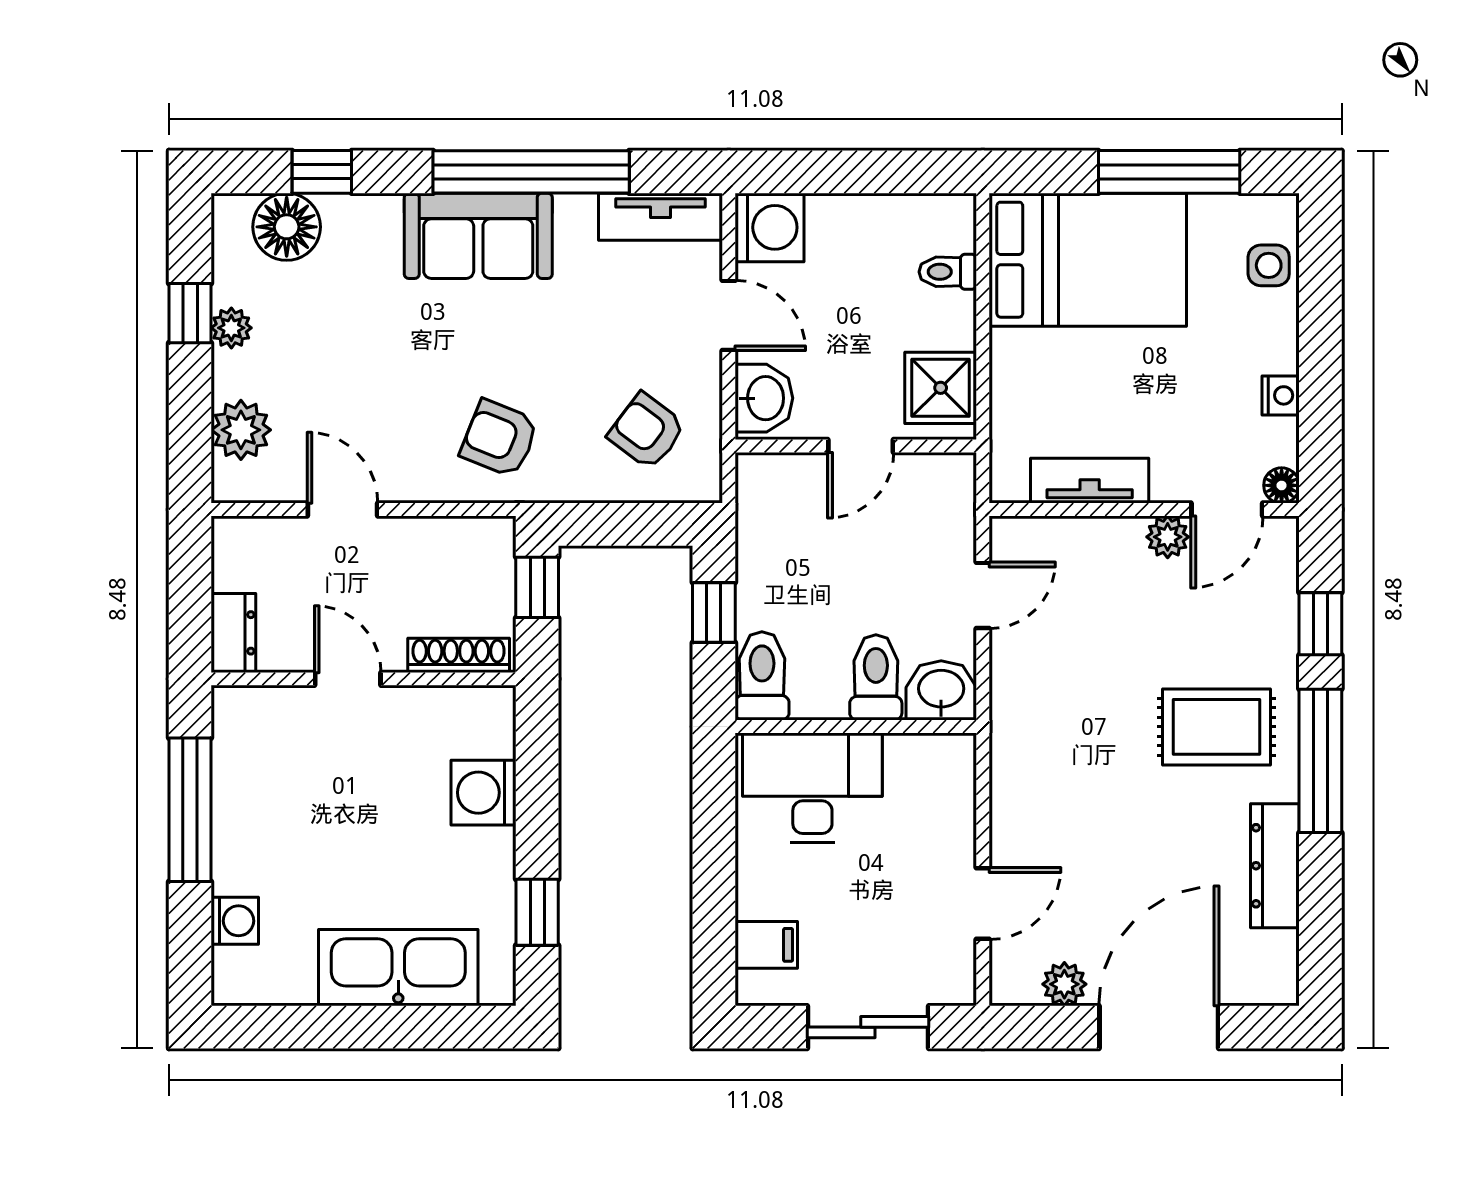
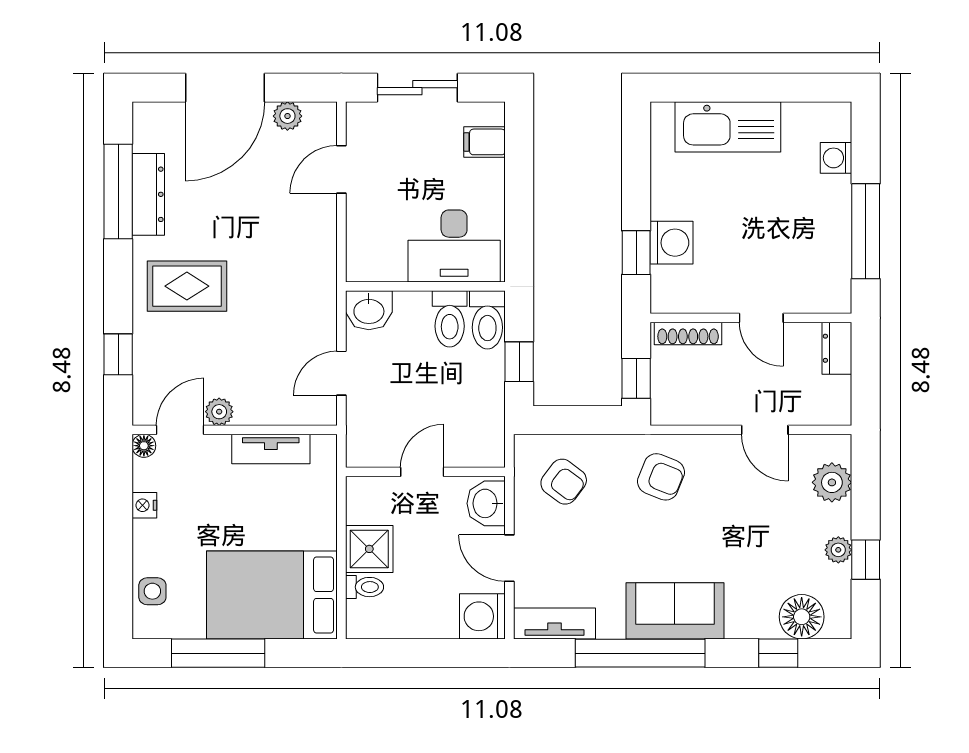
shower: (941, 388) -> (369, 549), moved
toilet: (876, 677) -> (450, 319), moved
window: (1320, 761) -> (118, 192), moved
window: (537, 912) -> (636, 253), moved

